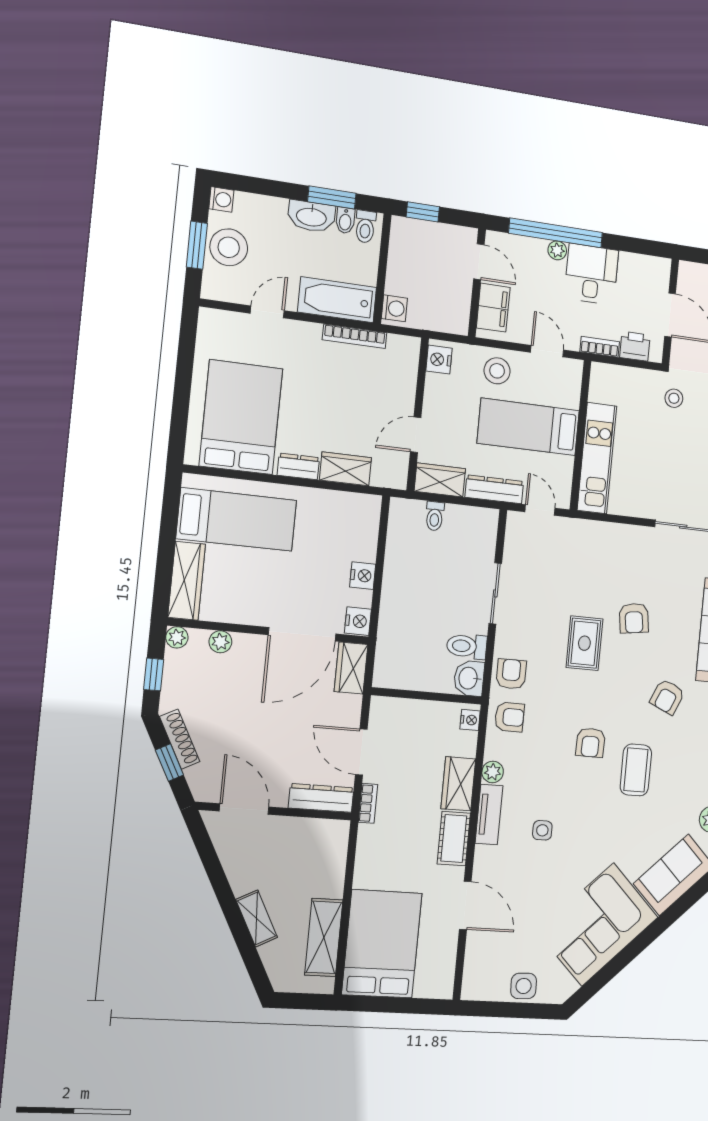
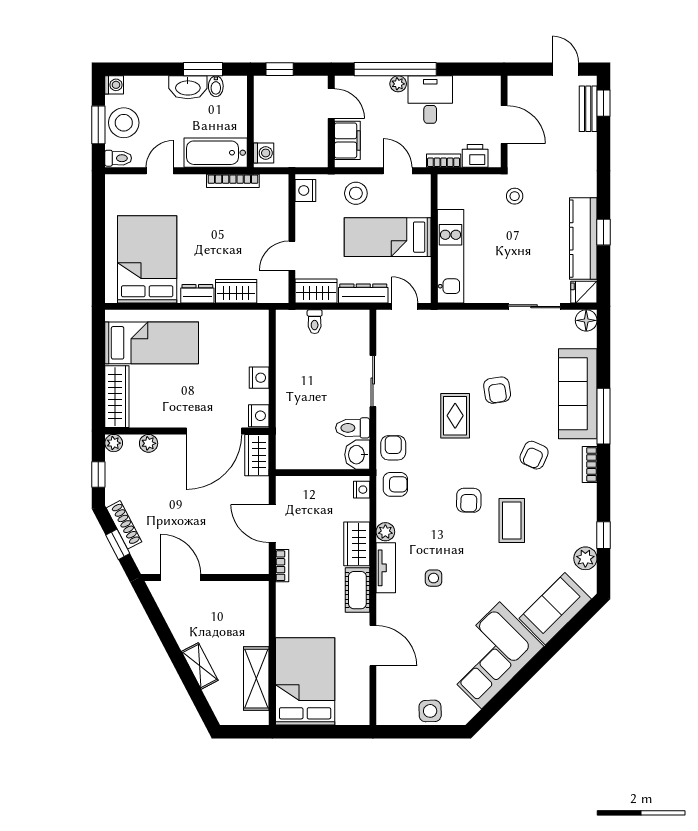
toilet: (365, 227) -> (118, 158), moved, turned -90
dresser: (321, 798) -> (243, 564), removed

